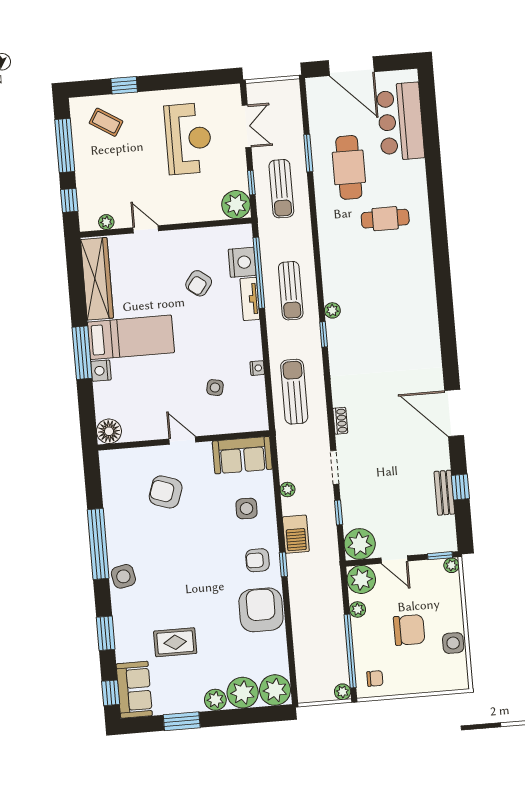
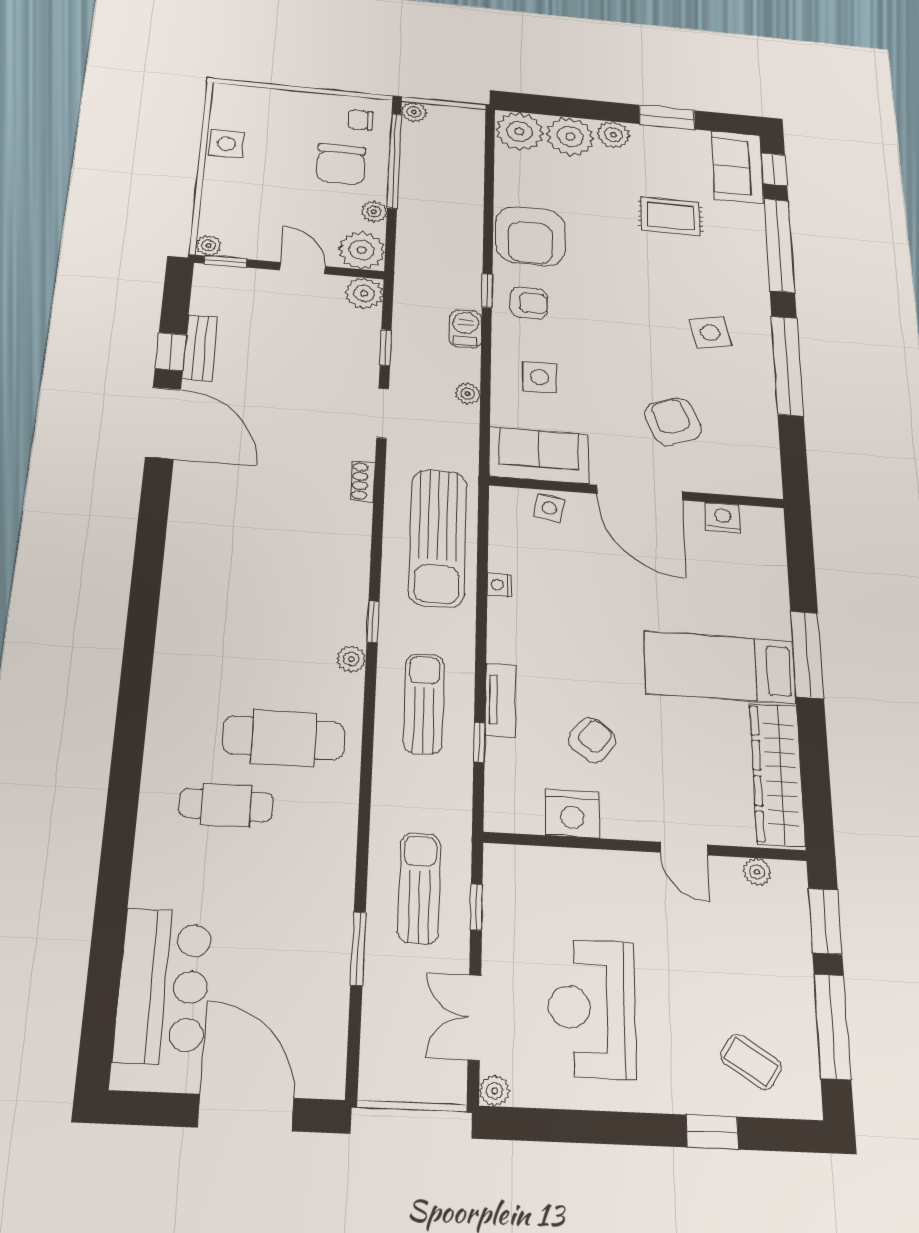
cafe table: (349, 167) -> (284, 738), moved, turned 90
window: (69, 200) -> (825, 921), width x1.50
plant: (236, 205) -> (495, 1091), moved, width x0.53, depth x0.53
nightstand: (242, 262) -> (572, 814), moved, turned -90
window: (259, 273) -> (479, 742), width x0.32
nightstand: (101, 371) -> (723, 518), moved, turned -90
side table: (215, 388) -> (549, 508), moved
sun lounger: (294, 392) -> (438, 538), width x1.36, depth x1.34
door: (454, 413) -> (163, 423), moved
floor lamp: (109, 431) -> (764, 525), removed
door: (182, 440) -> (640, 493), width x1.88
armchair: (166, 492) -> (673, 421), turned -130
barbecue: (296, 534) -> (466, 329), width x0.73, depth x0.79
plant: (360, 544) -> (364, 293), width x0.73, depth x0.73
side table: (123, 576) -> (710, 332), moved
chair: (409, 630) -> (341, 164), moved, turned -90
window: (106, 633) -> (779, 245), width x2.11

